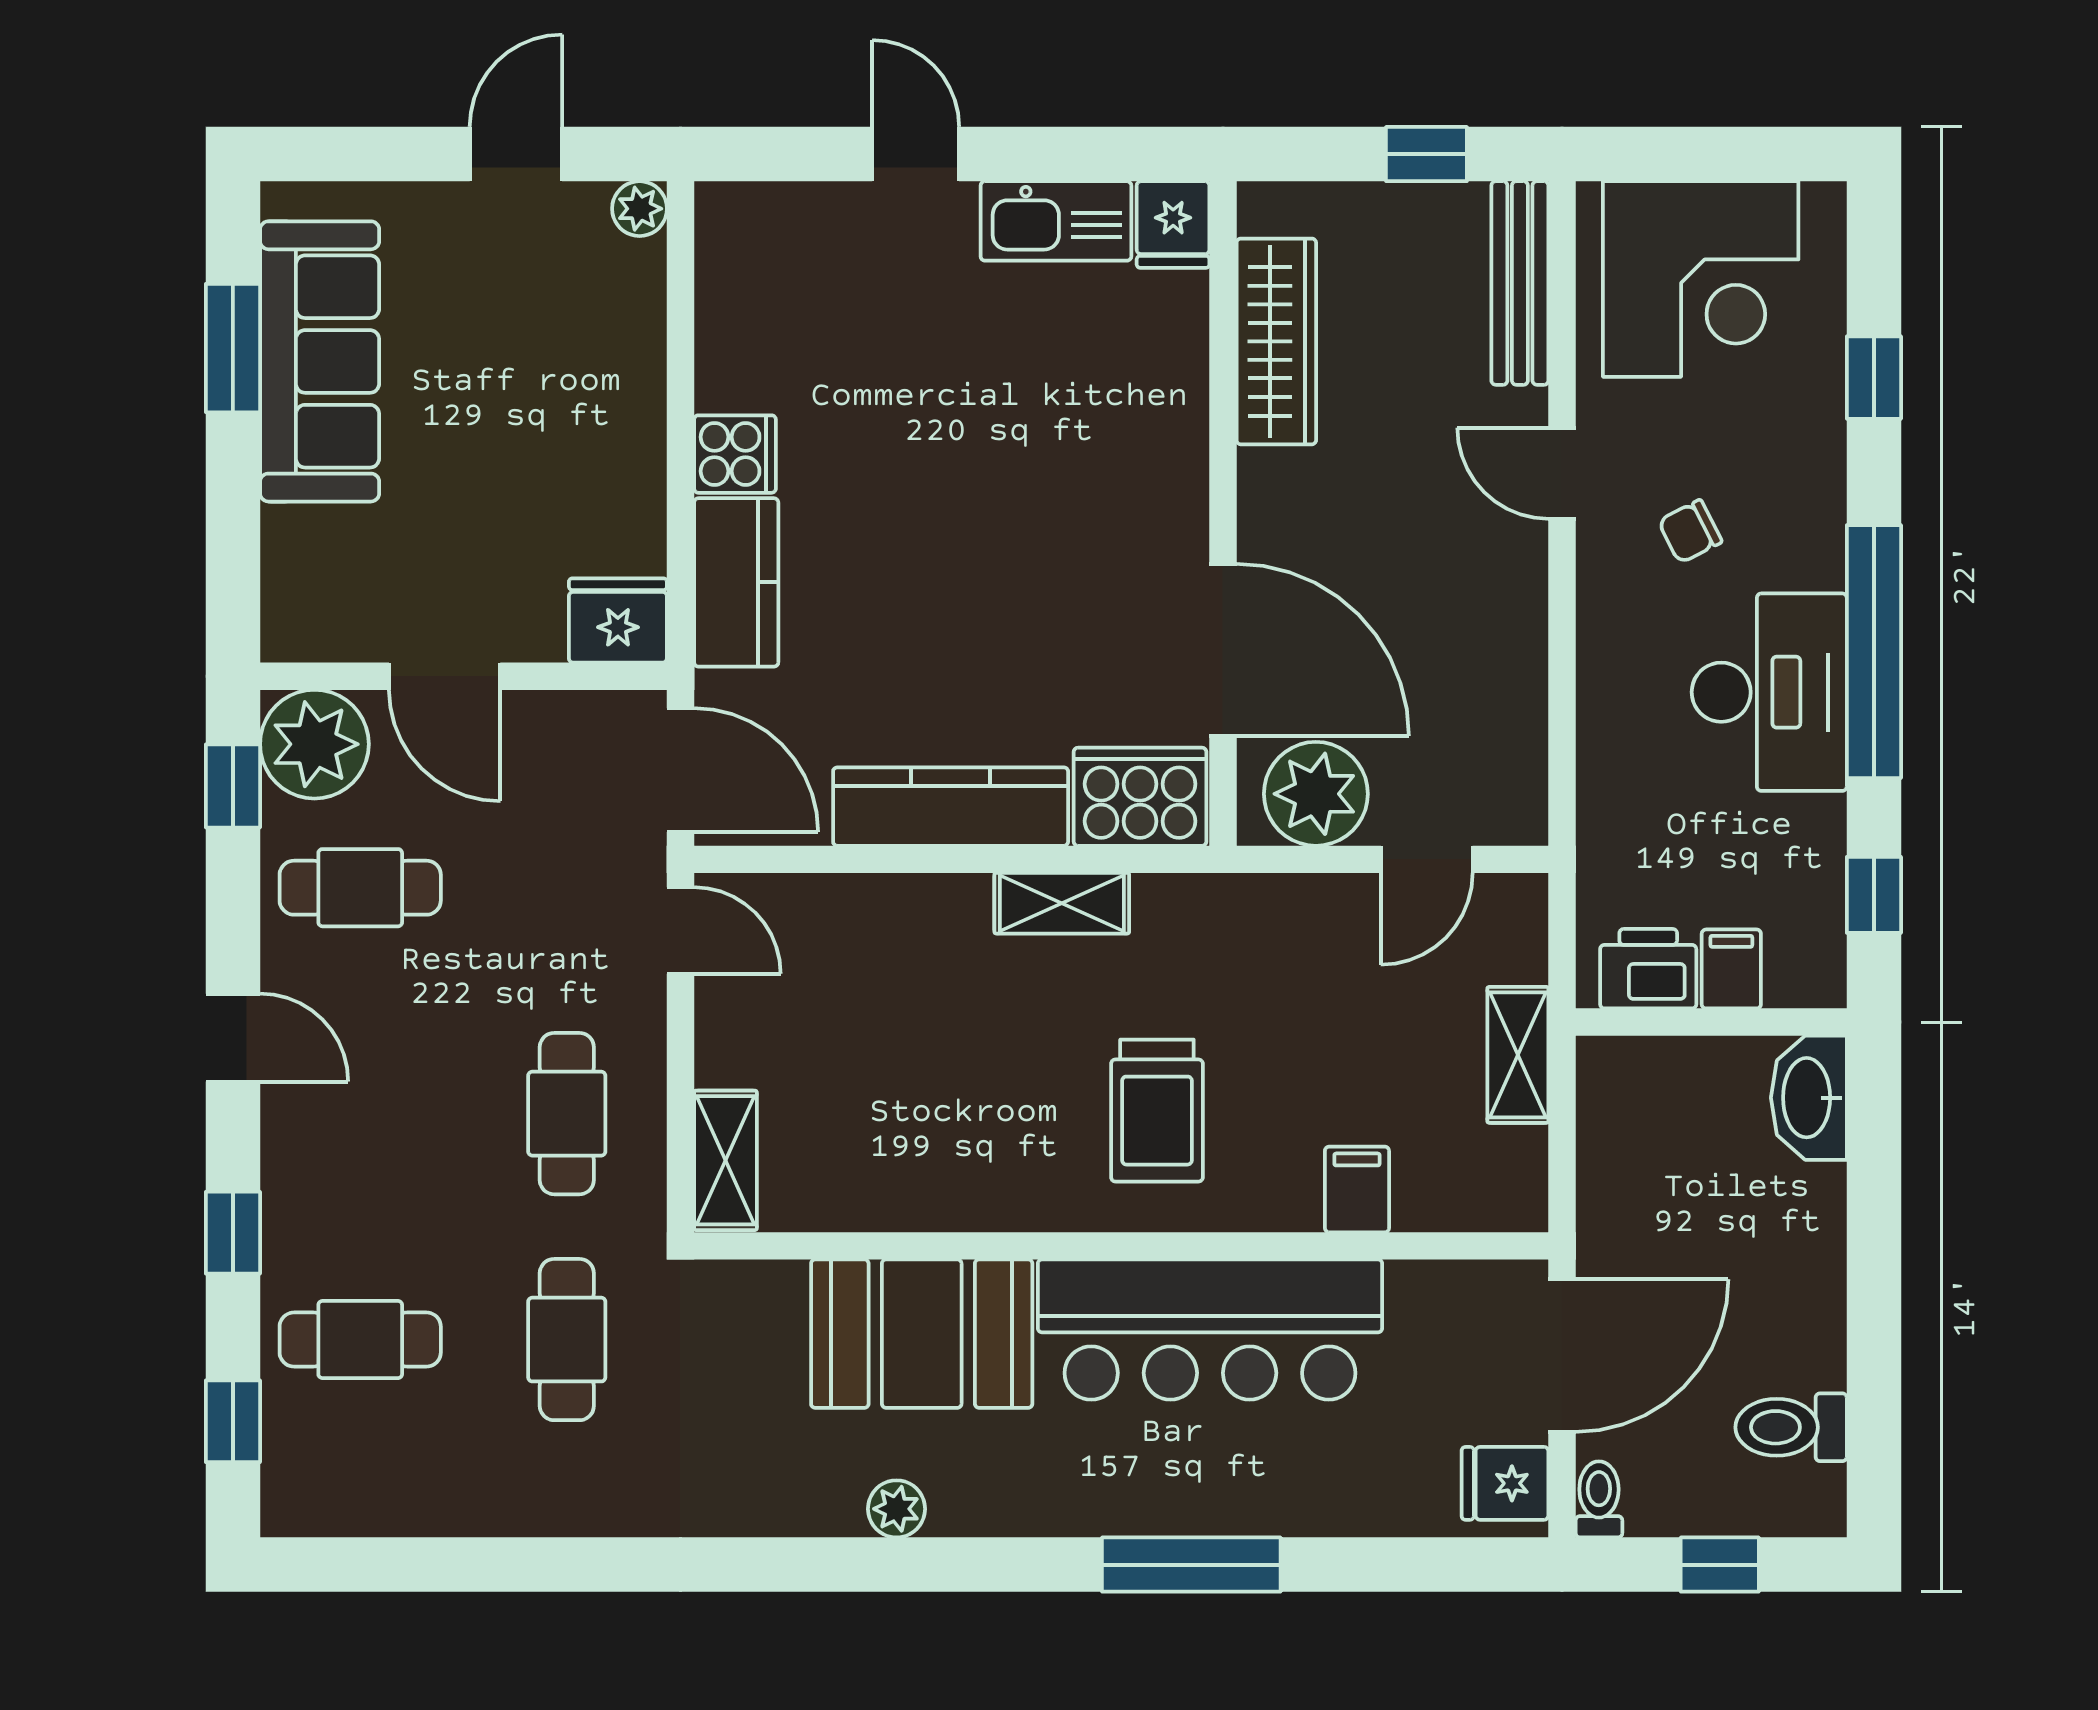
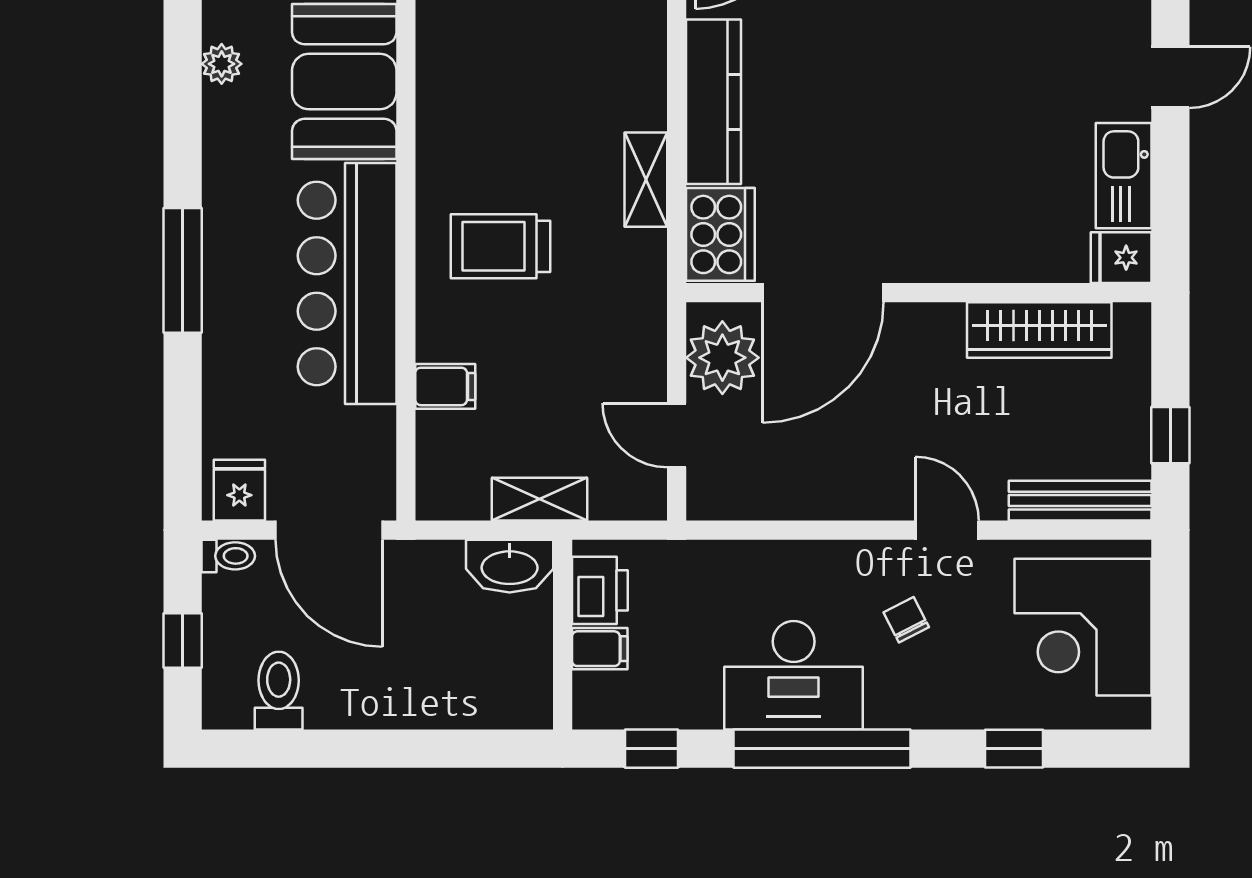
door: (1562, 473) -> (947, 530), hinge flipped
washbasin: (1809, 1098) -> (510, 566), moved, turned 180

